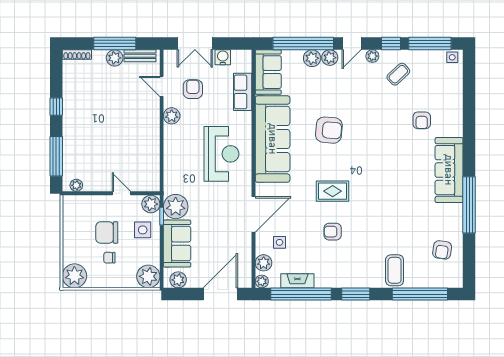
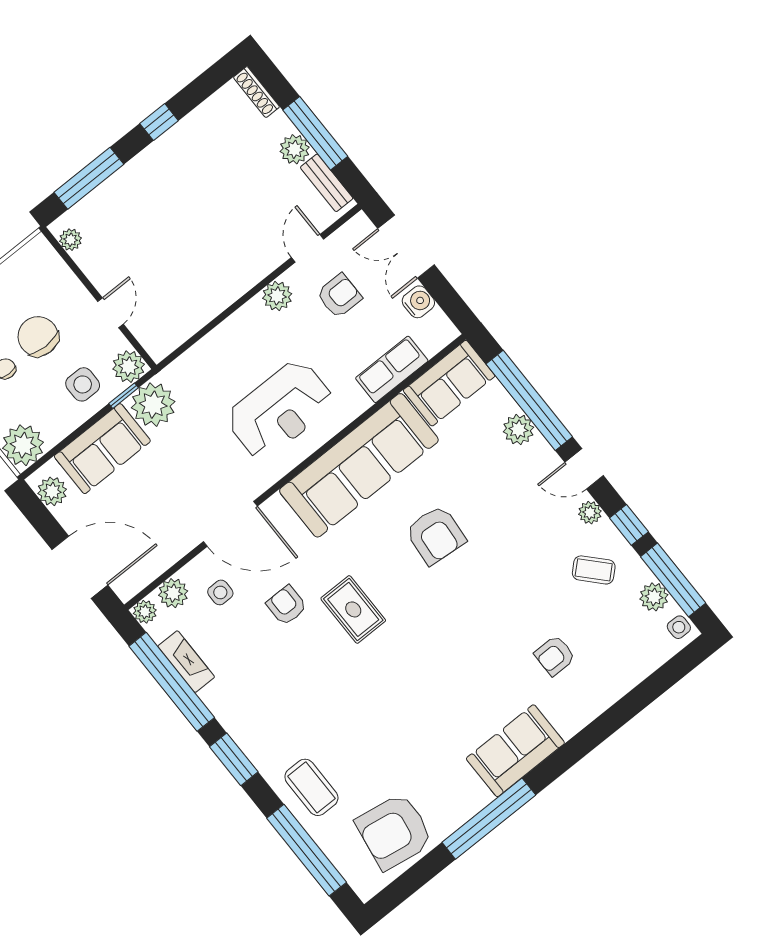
plant: (330, 58) -> (654, 597), moved
sofa: (449, 170) -> (515, 751), width x0.73
armchair: (333, 232) -> (286, 605), moved
armchair: (442, 250) -> (394, 832), width x1.88, depth x1.88
coffee table: (395, 270) -> (311, 787), turned 90

